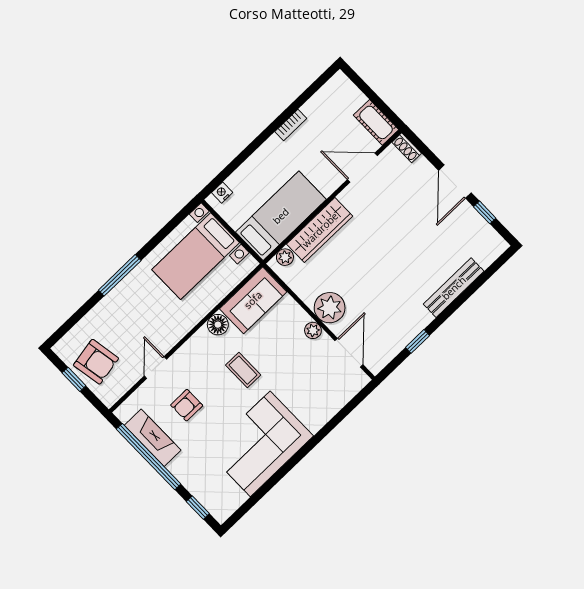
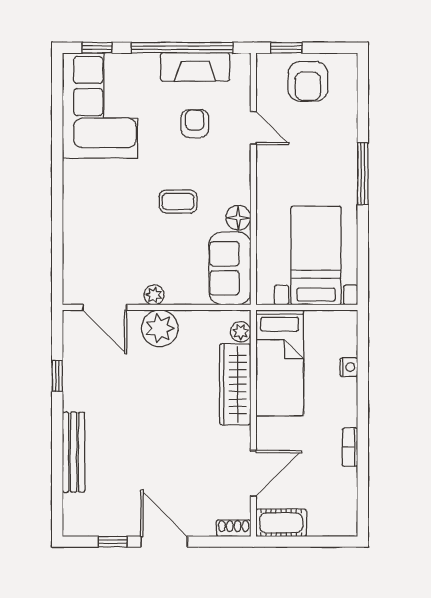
nightstand: (222, 193) -> (349, 367), moved
armchair: (96, 362) -> (308, 81), turned -80
window: (74, 379) -> (287, 48), moved
corner sofa: (260, 444) -> (100, 105), moved

